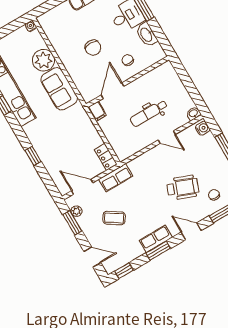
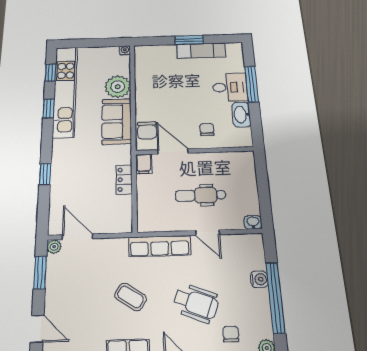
chair: (93, 48) -> (147, 130), moved
door: (113, 91) -> (173, 151), hinge flipped
water cooler: (203, 128) -> (259, 279), moved
locker: (106, 157) -> (124, 180), moved
row of seats: (116, 178) -> (160, 246), moved, width x1.48
plant: (77, 211) -> (54, 247), moved
coffee table: (114, 218) -> (131, 297), moved

